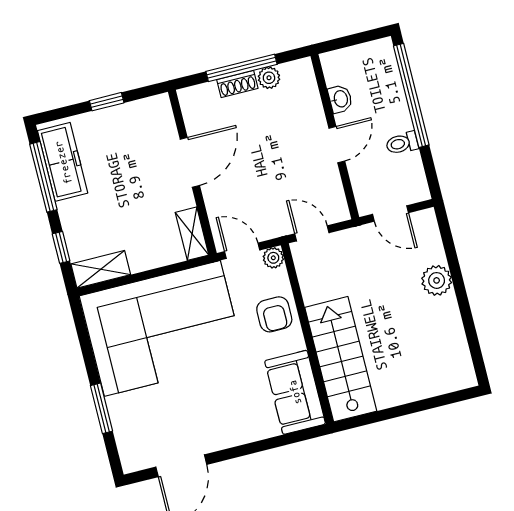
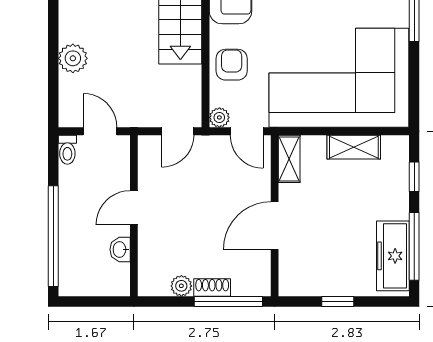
window: (241, 68) -> (228, 301), moved
toilet: (402, 143) -> (67, 150), moved, turned 90
door: (312, 233) -> (178, 131), hinge flipped
shelving: (101, 269) -> (354, 147), moved

